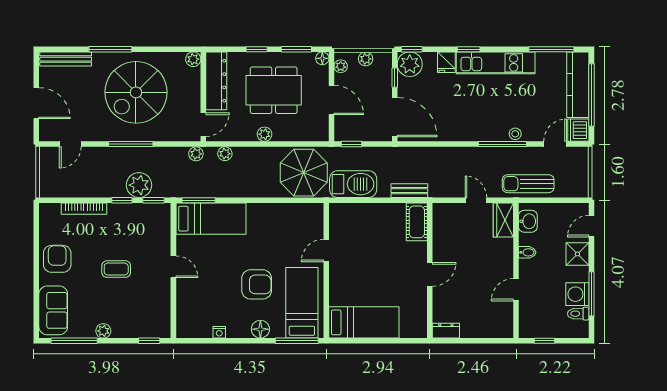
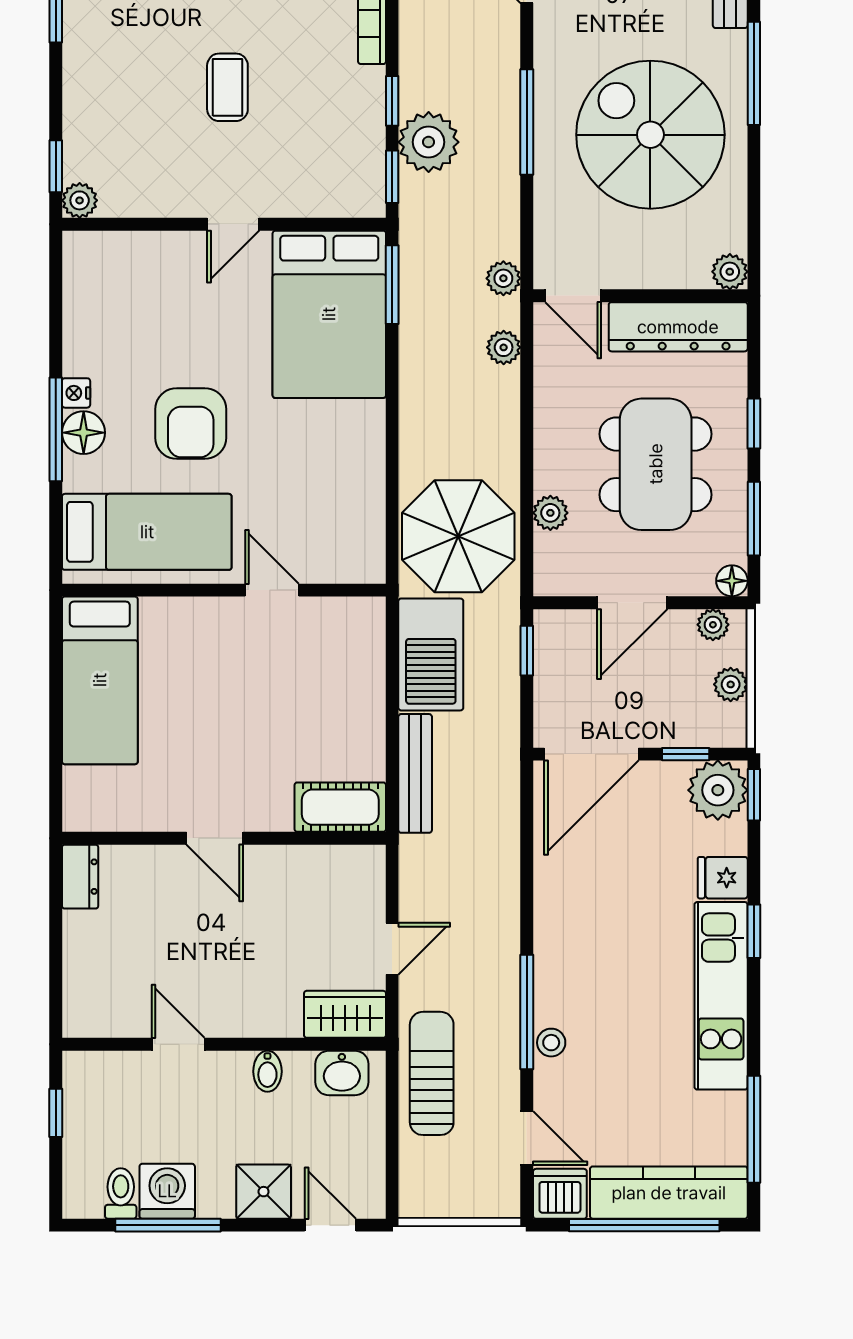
plant: (265, 134) -> (550, 513), moved
bench: (409, 191) -> (415, 773), width x1.36
bed: (211, 219) -> (329, 314), width x1.50
plant: (103, 331) -> (80, 200), moved
nightstand: (219, 332) -> (76, 393), moved
window: (297, 341) -> (56, 429), moved

